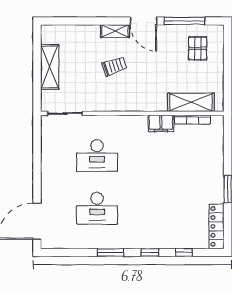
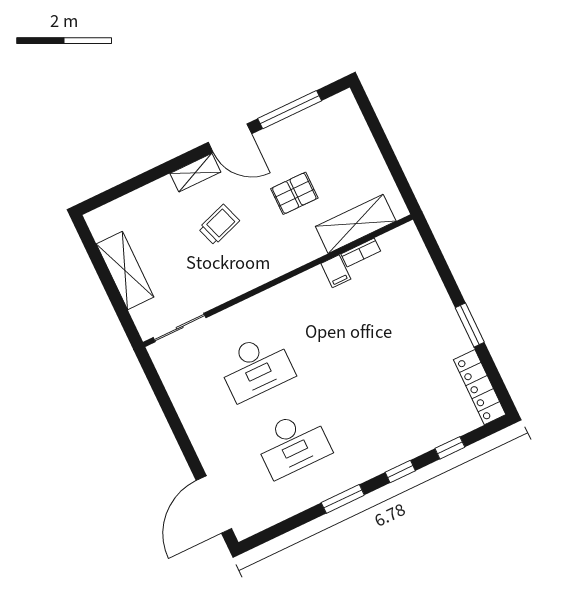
pallet: (198, 48) -> (294, 193), moved, turned 90
bookcase: (192, 120) -> (361, 252), width x0.64
filing cabinet: (161, 123) -> (336, 271), width x0.50

